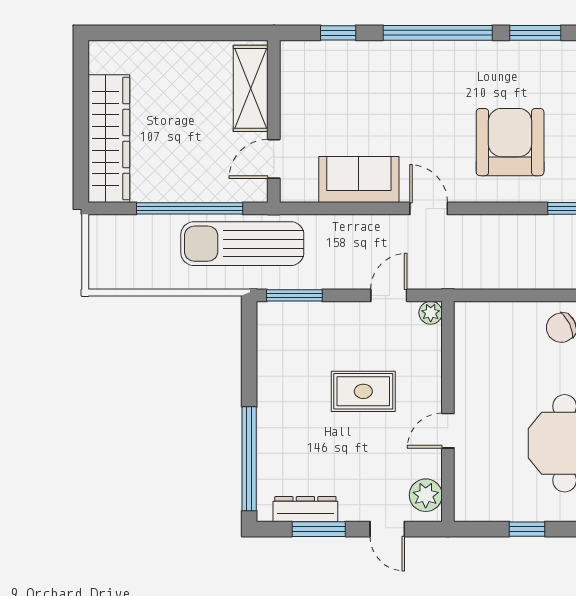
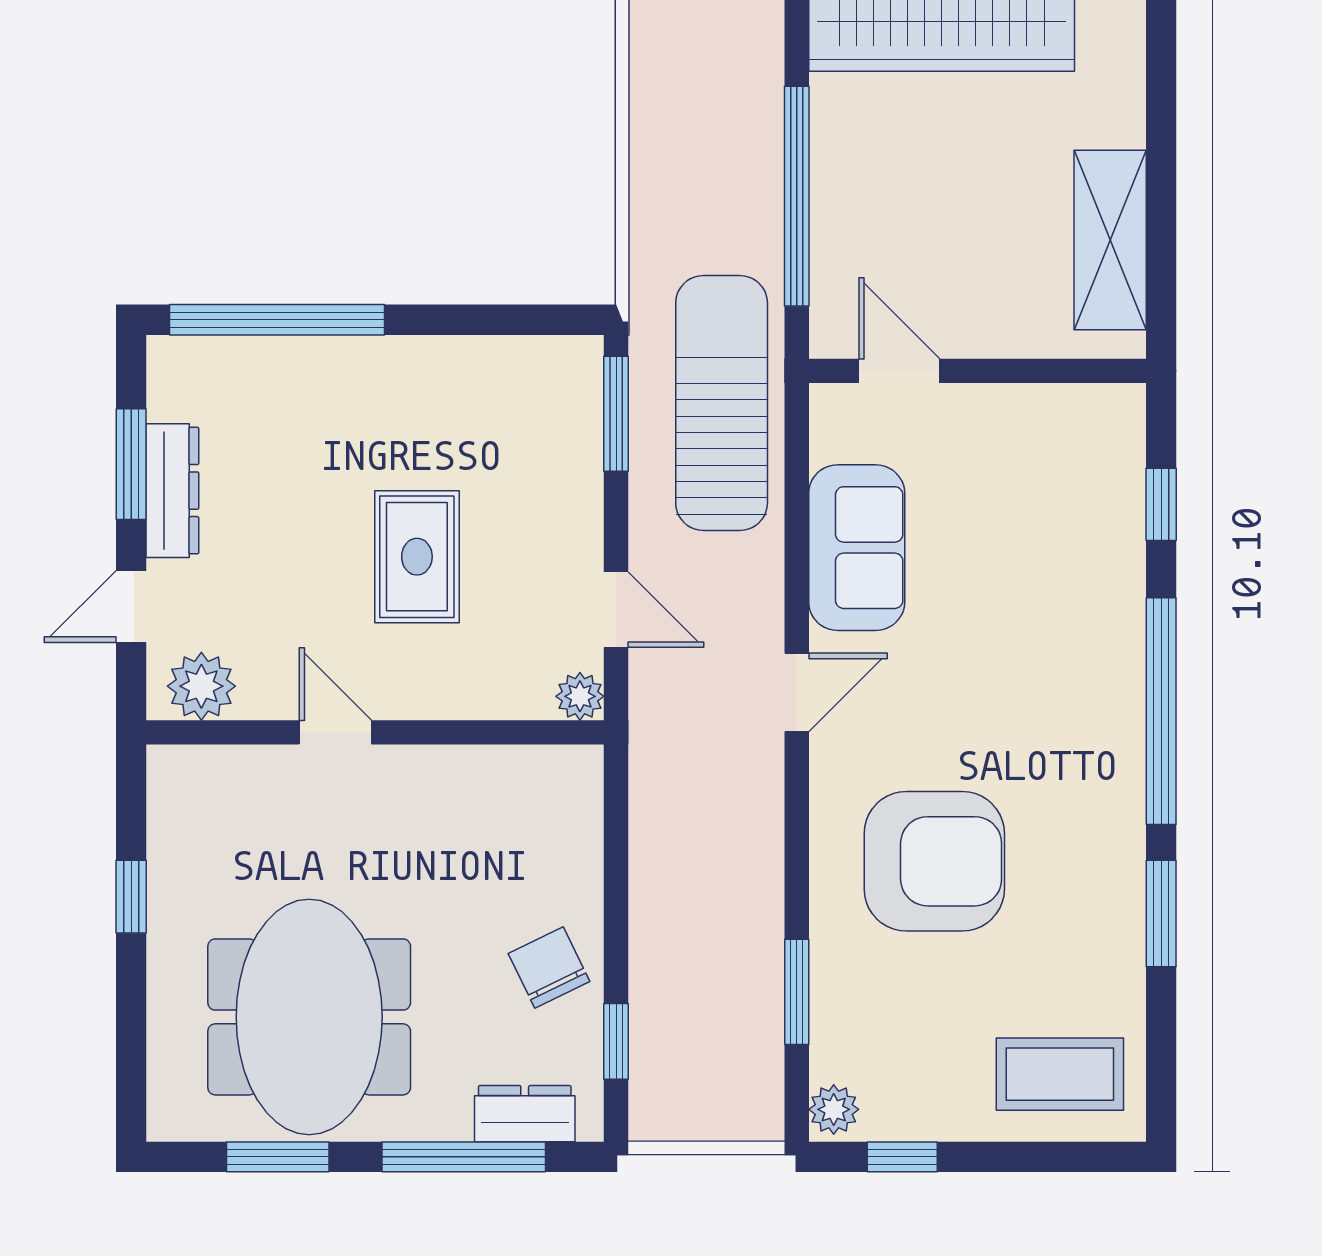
shelving: (251, 88) -> (1110, 240), moved, turned 90
sun lounger: (242, 244) -> (722, 403), moved
dresser: (305, 509) -> (172, 491), moved

